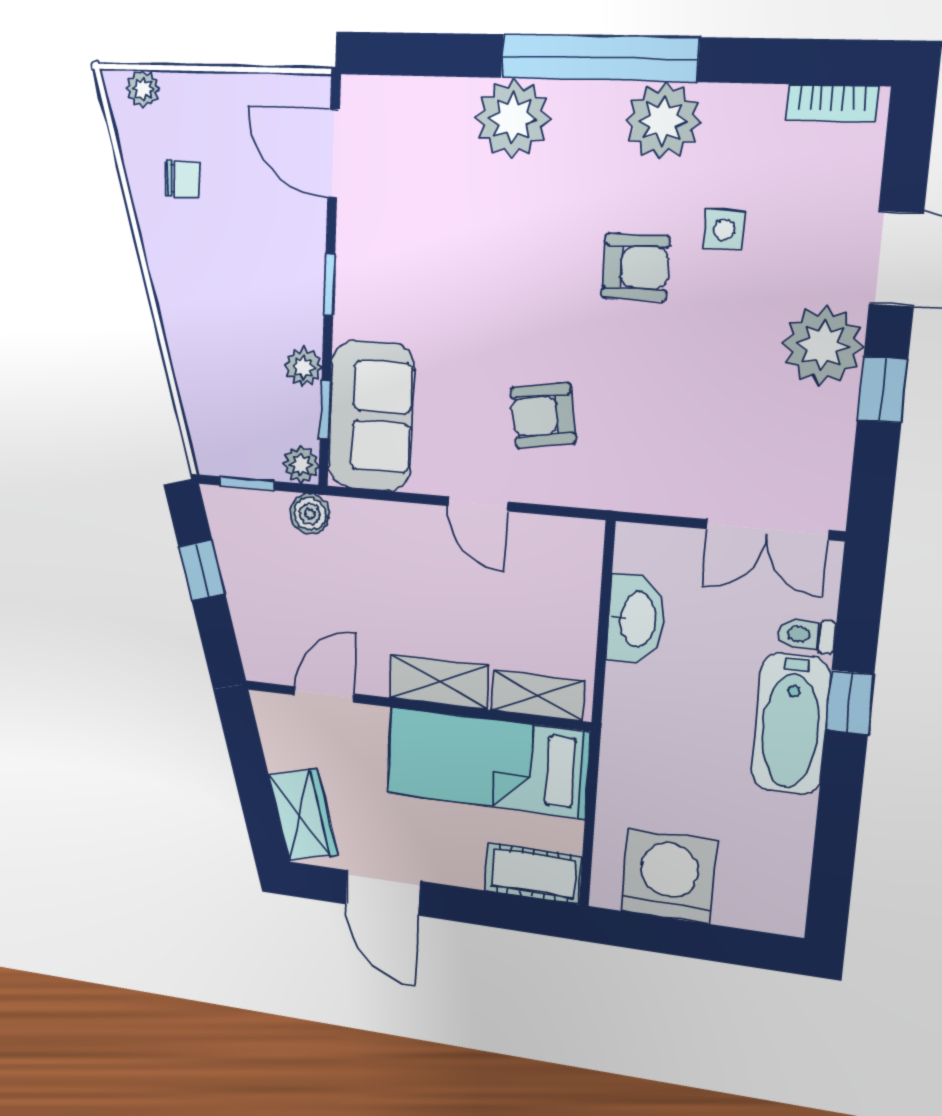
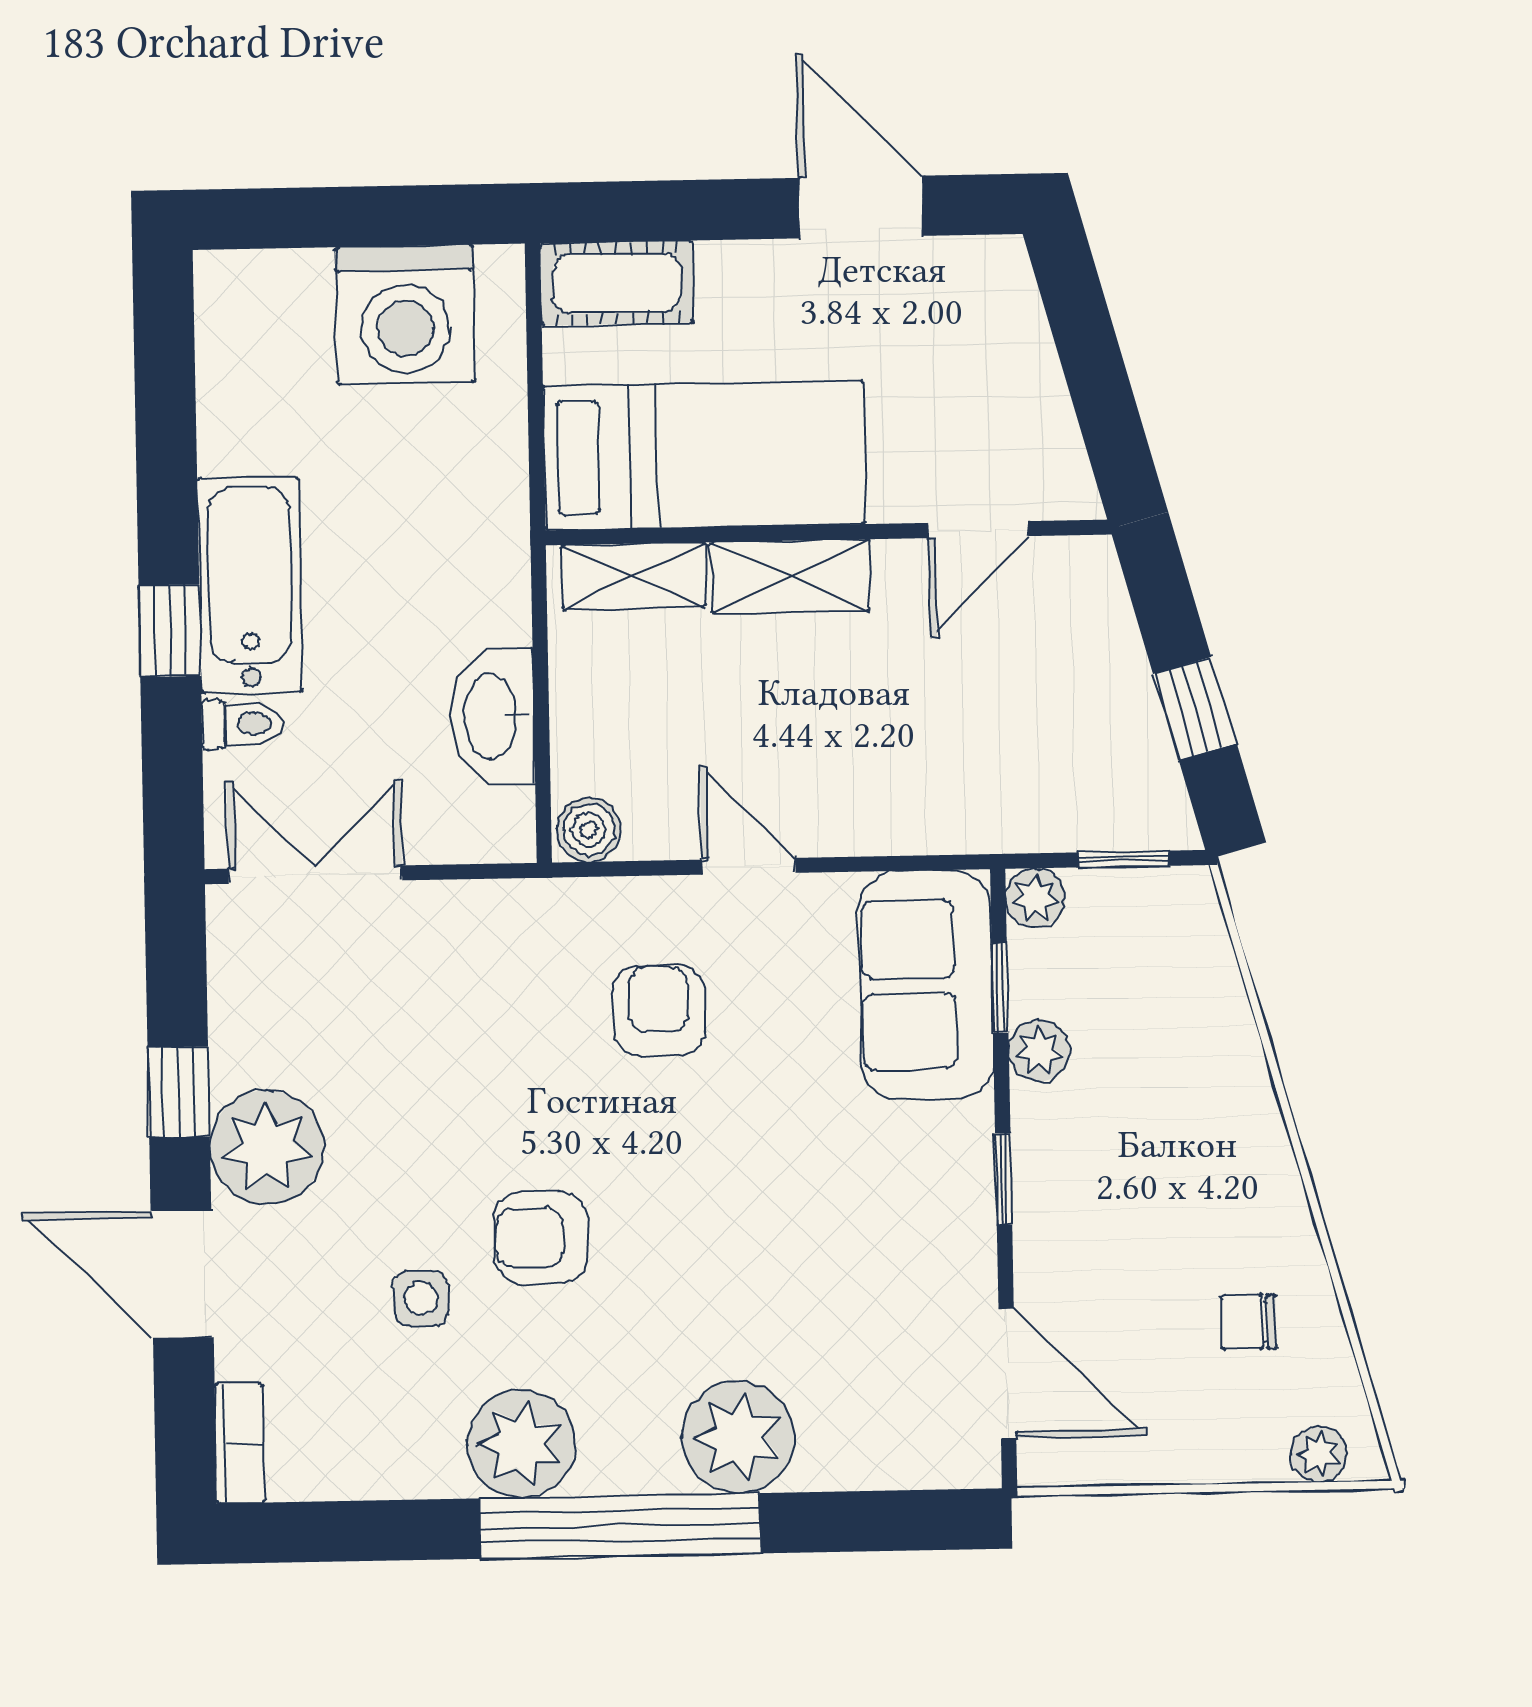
bookcase: (832, 103) -> (239, 1443), moved, turned 90
armchair: (543, 416) -> (659, 1011), turned -81
boiler: (310, 514) -> (589, 830), moved
wardrobe: (303, 815) -> (1003, 320), removed

